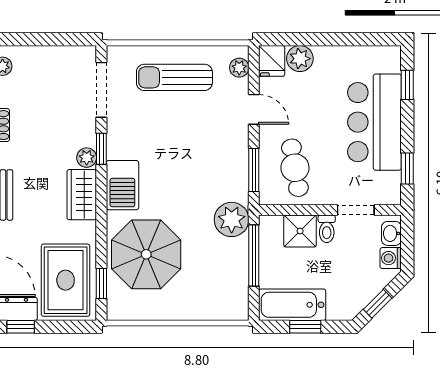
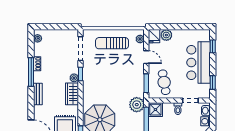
barbecue: (122, 185) -> (90, 90), removed
shower: (300, 231) -> (155, 110), moved

